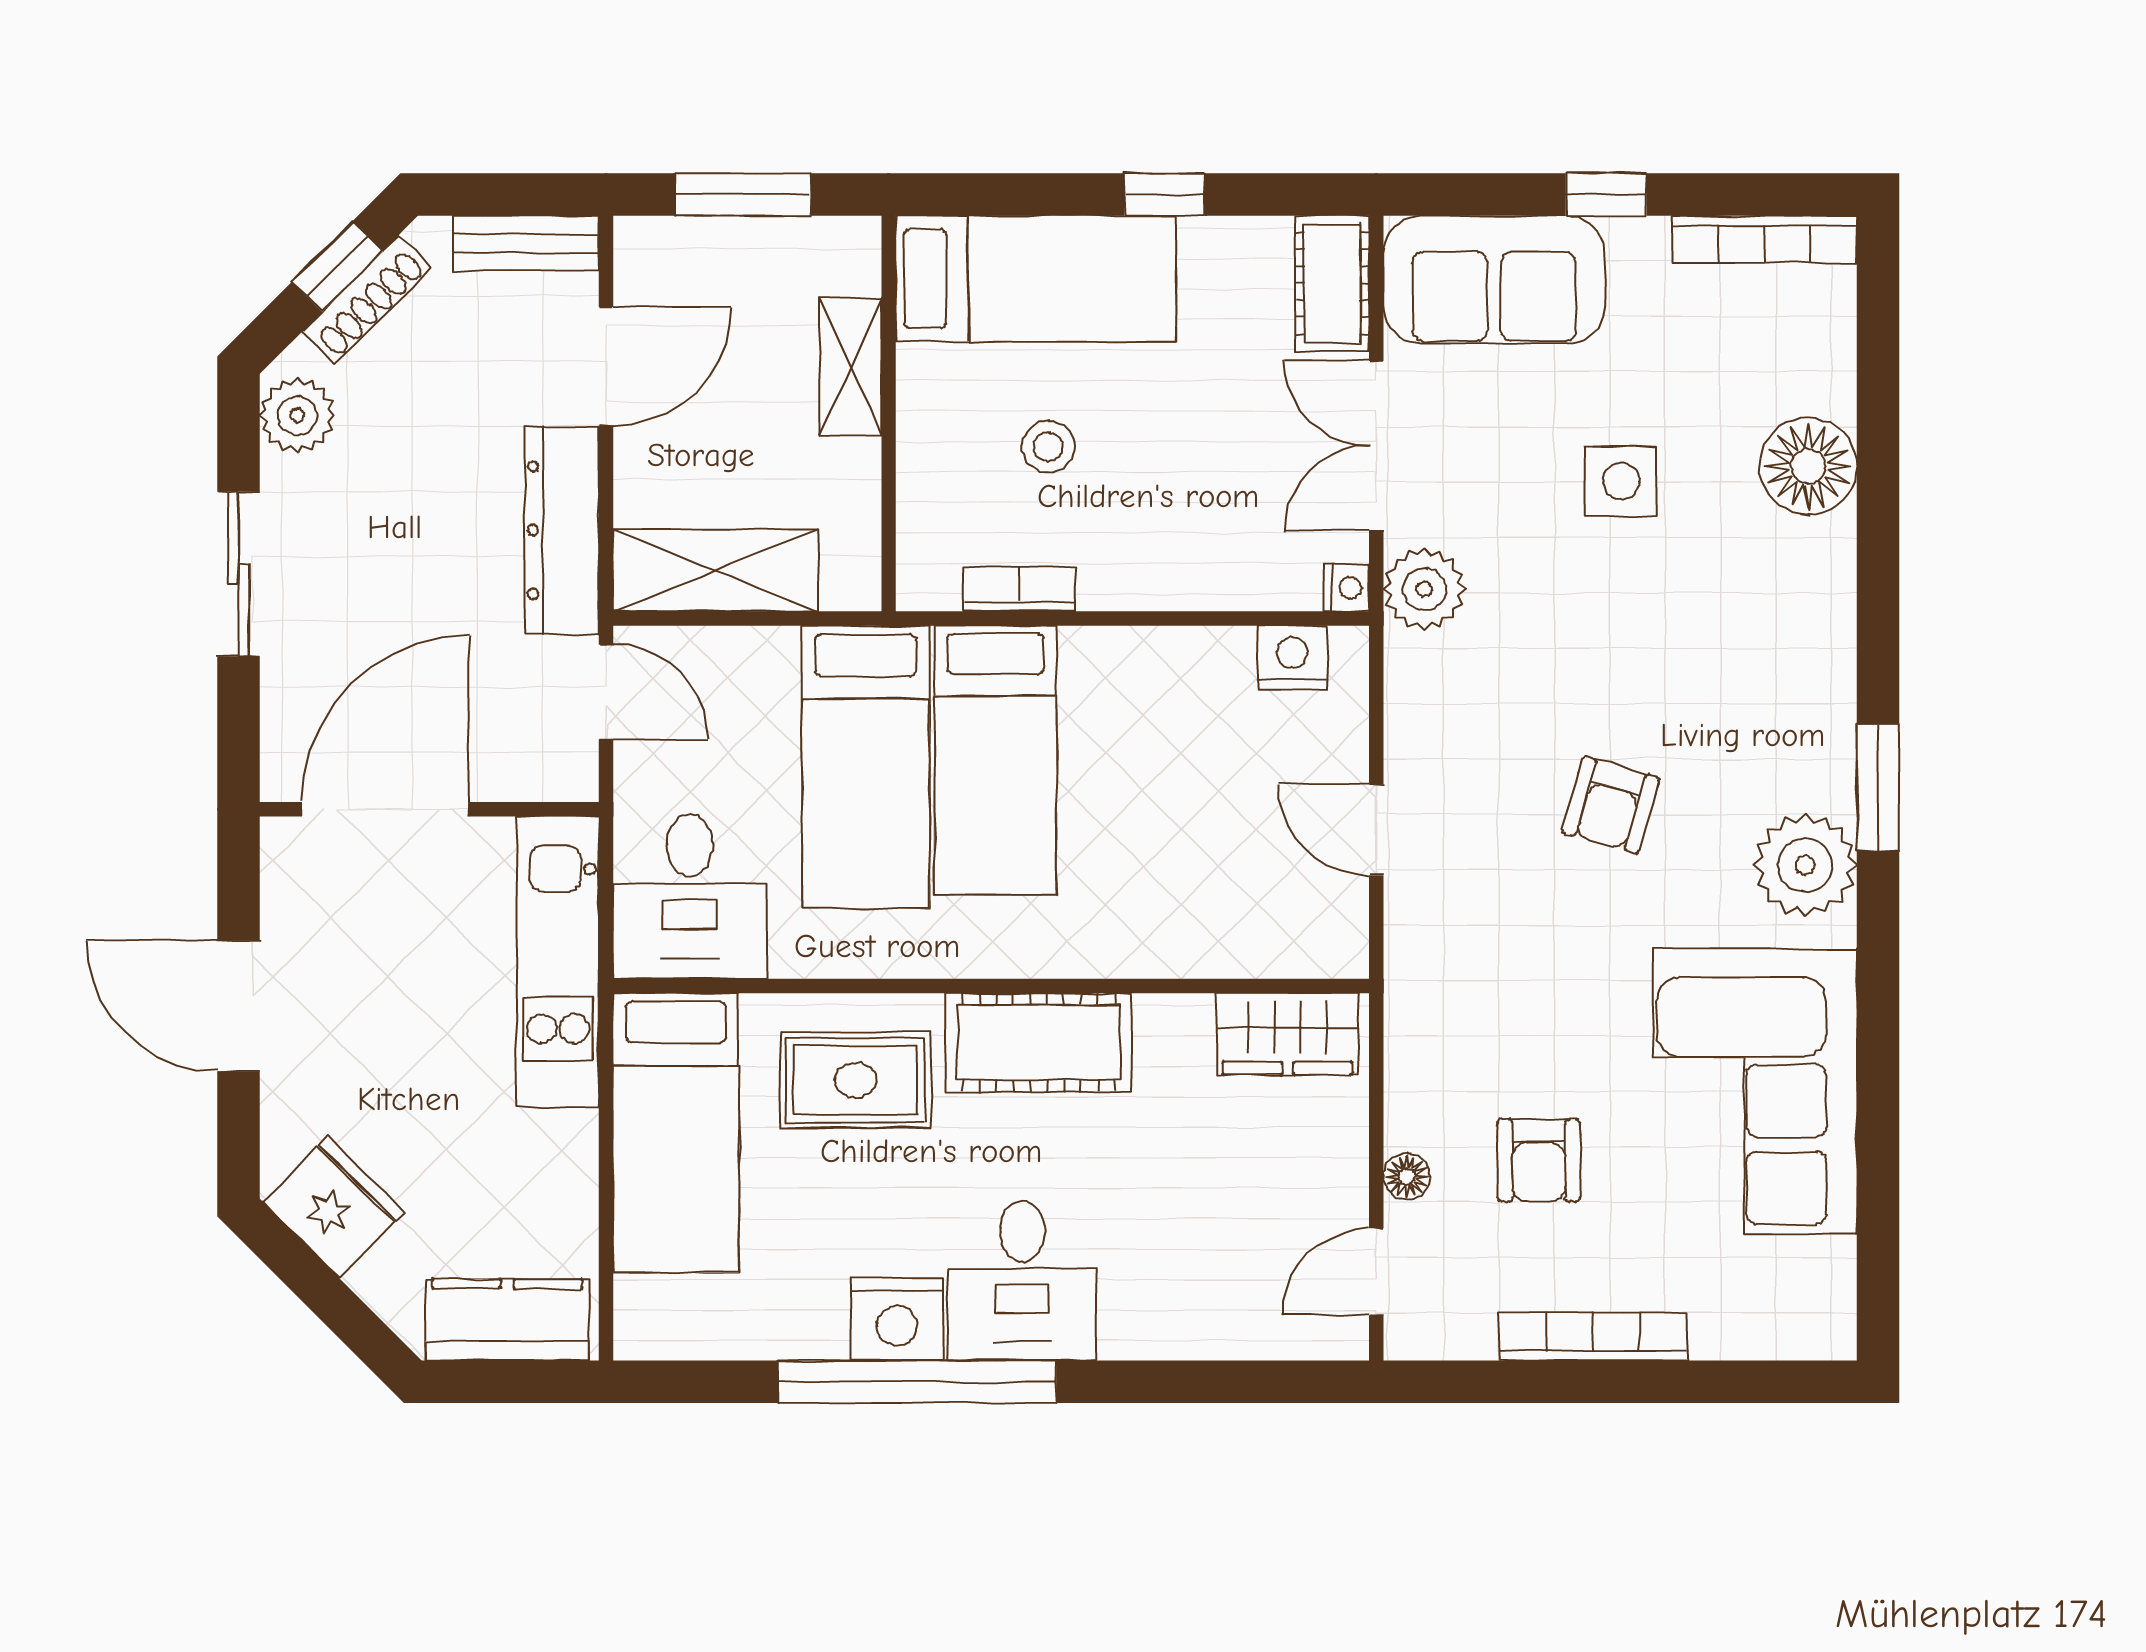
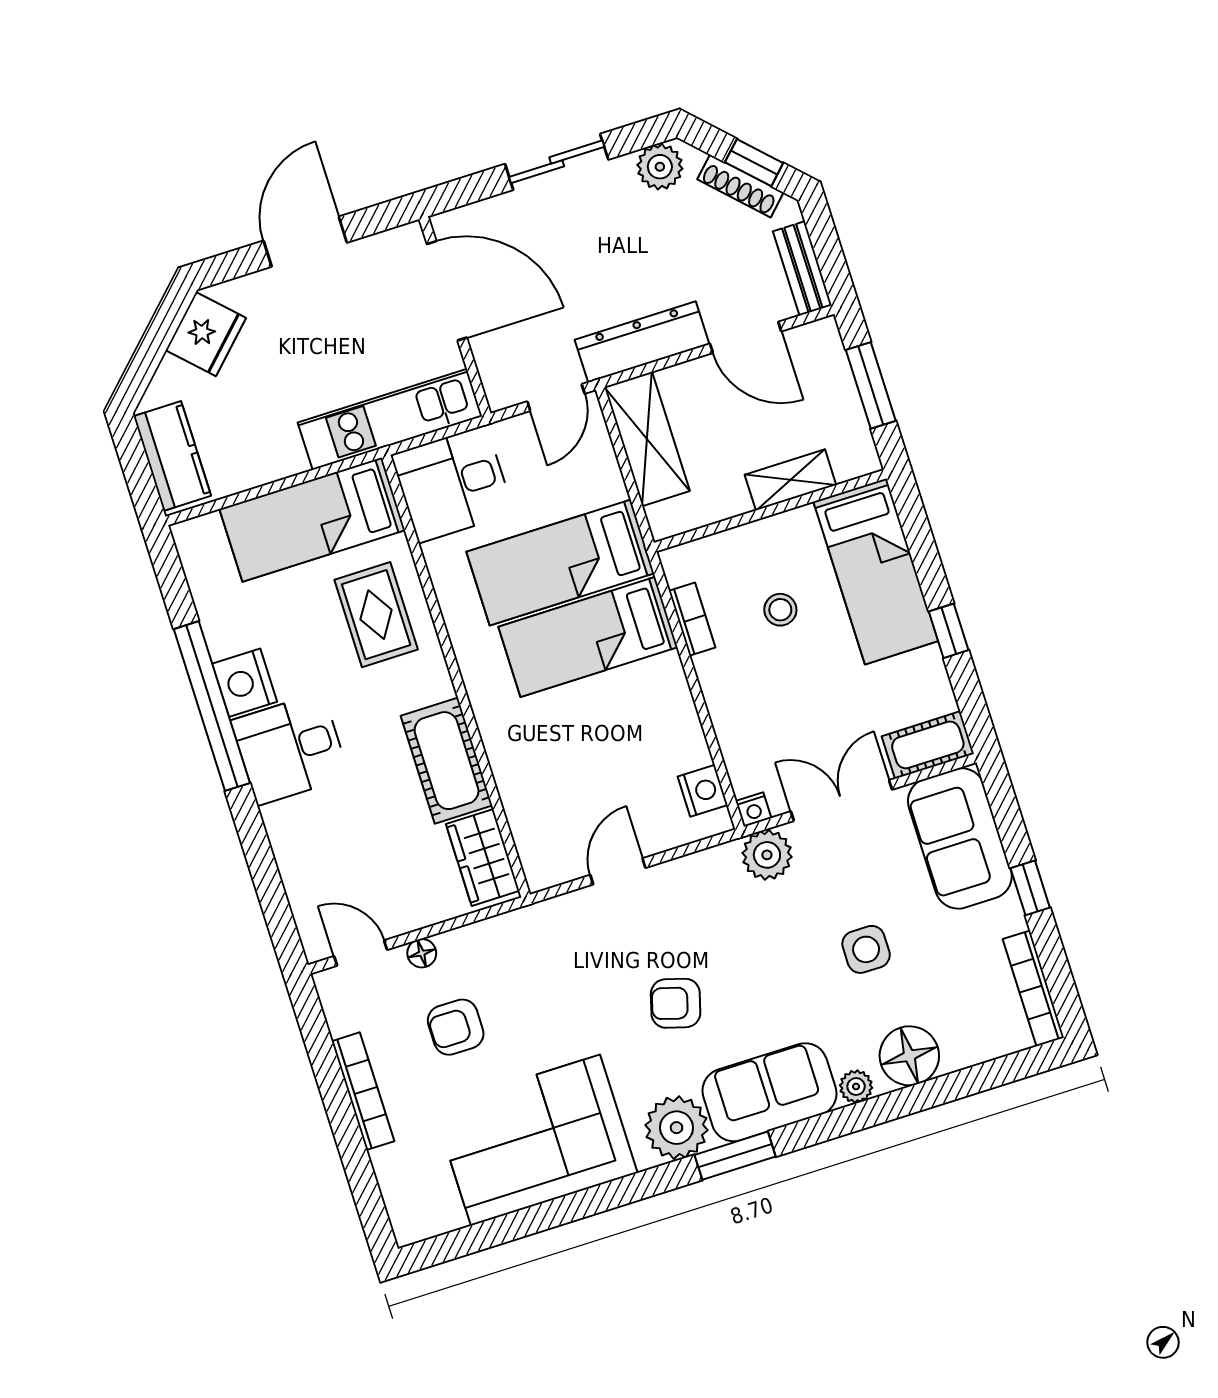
plant: (1830, 565) -> (856, 1087), added
sofa: (1796, 703) -> (769, 1092), added
cot: (1039, 1042) -> (447, 761), moved

